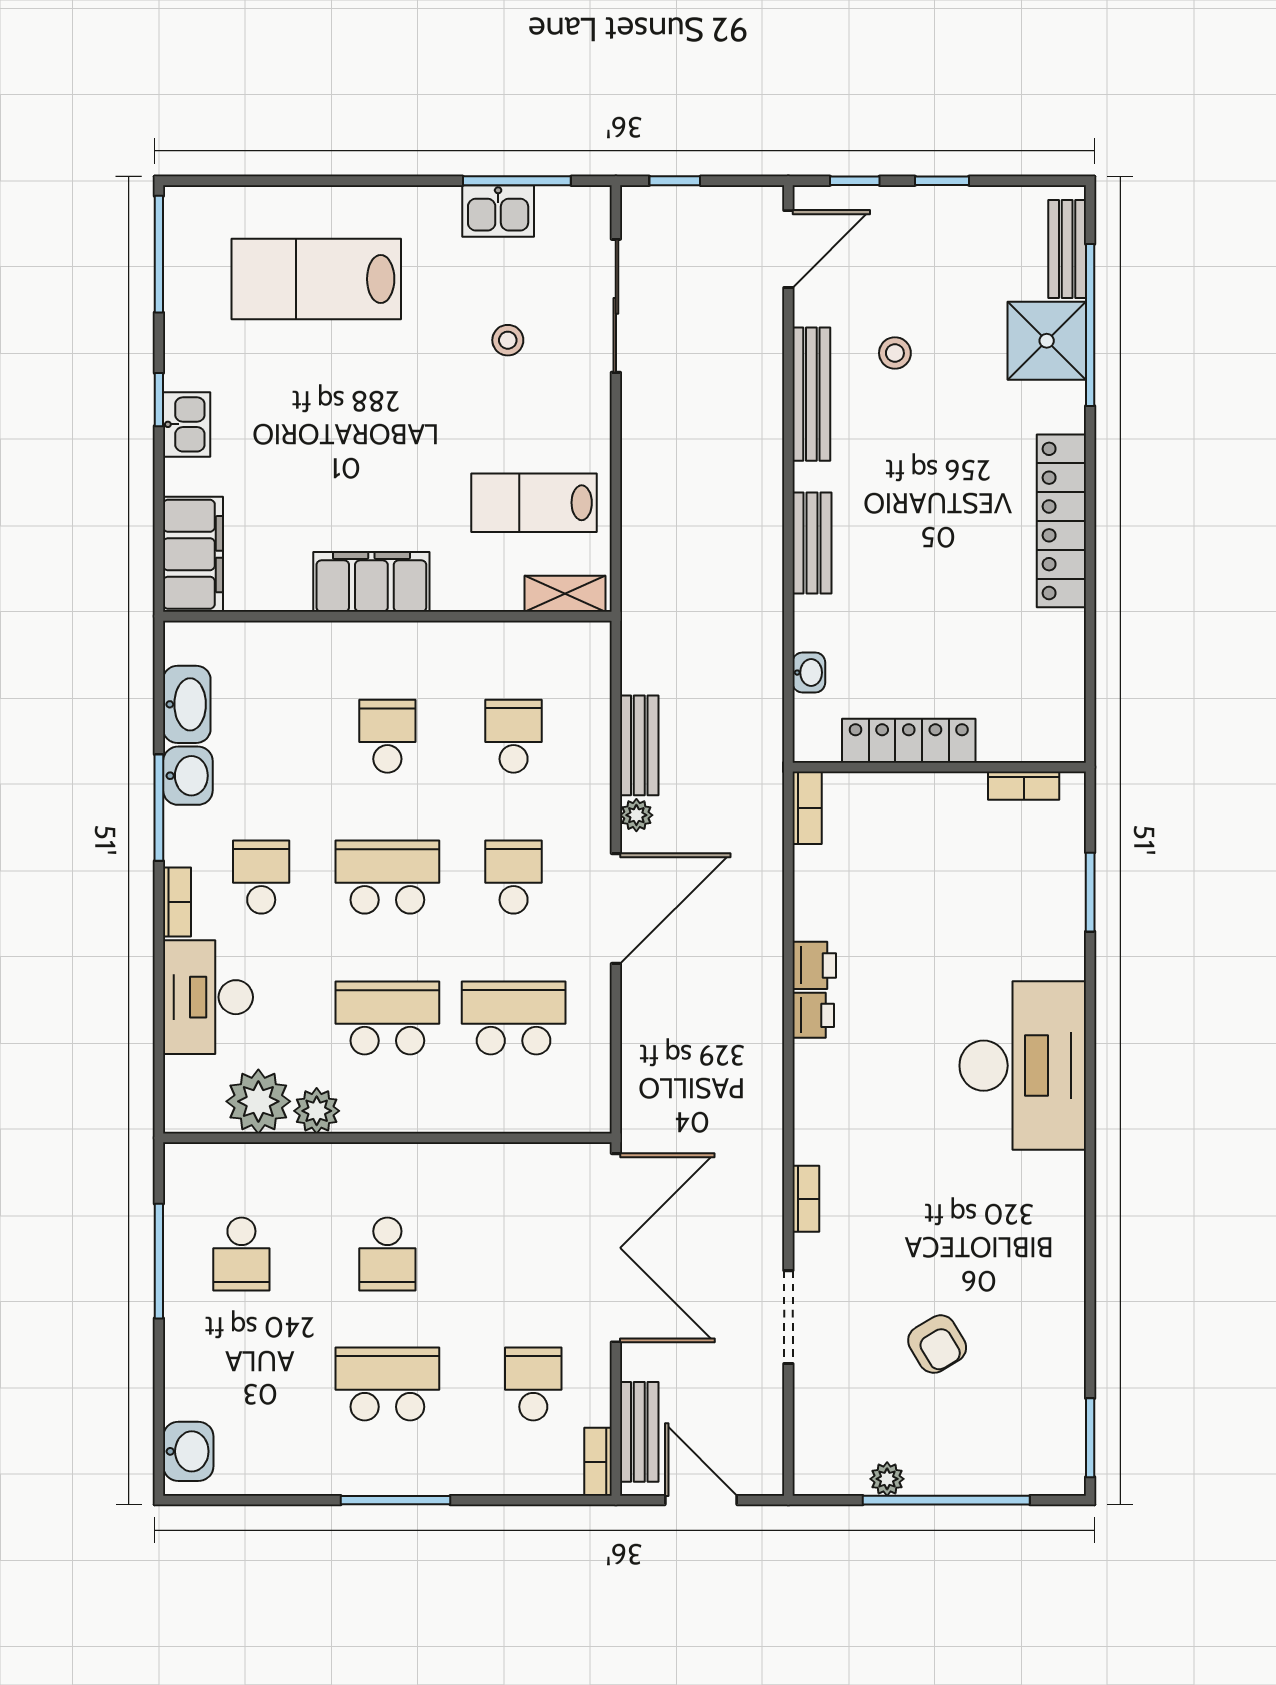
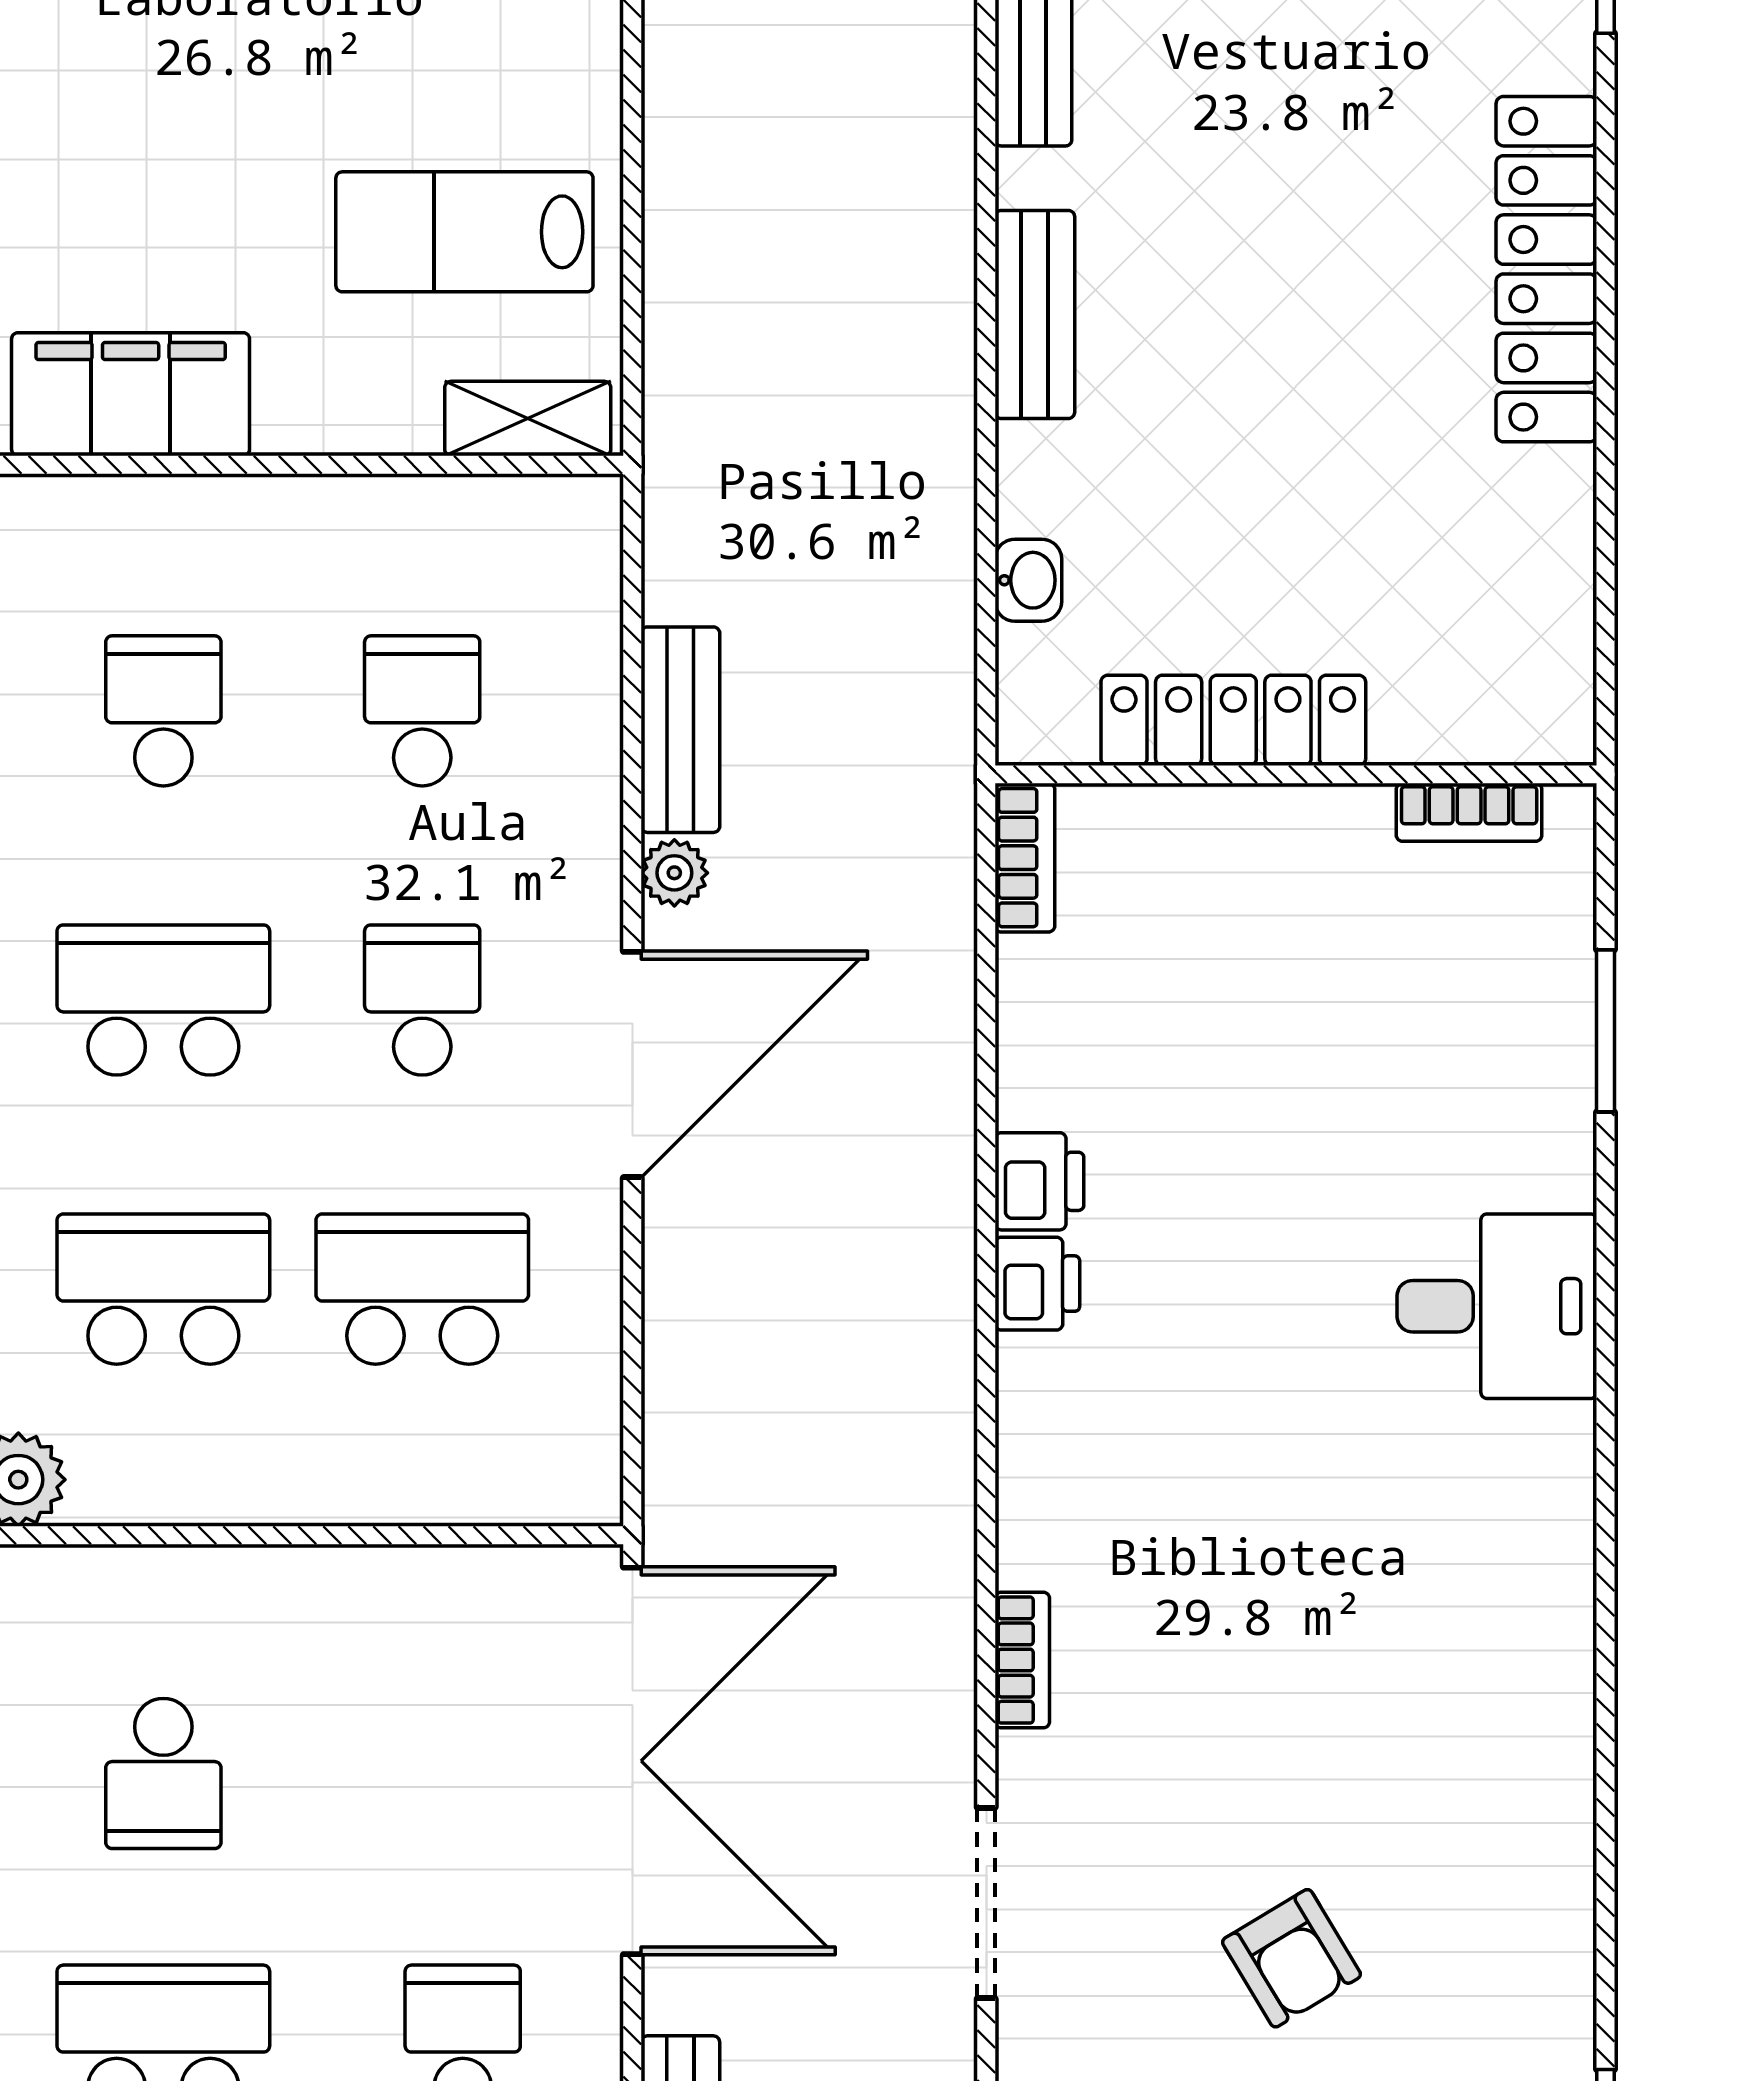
desk: (1023, 1066) -> (1497, 1306), width x0.53, depth x0.77

